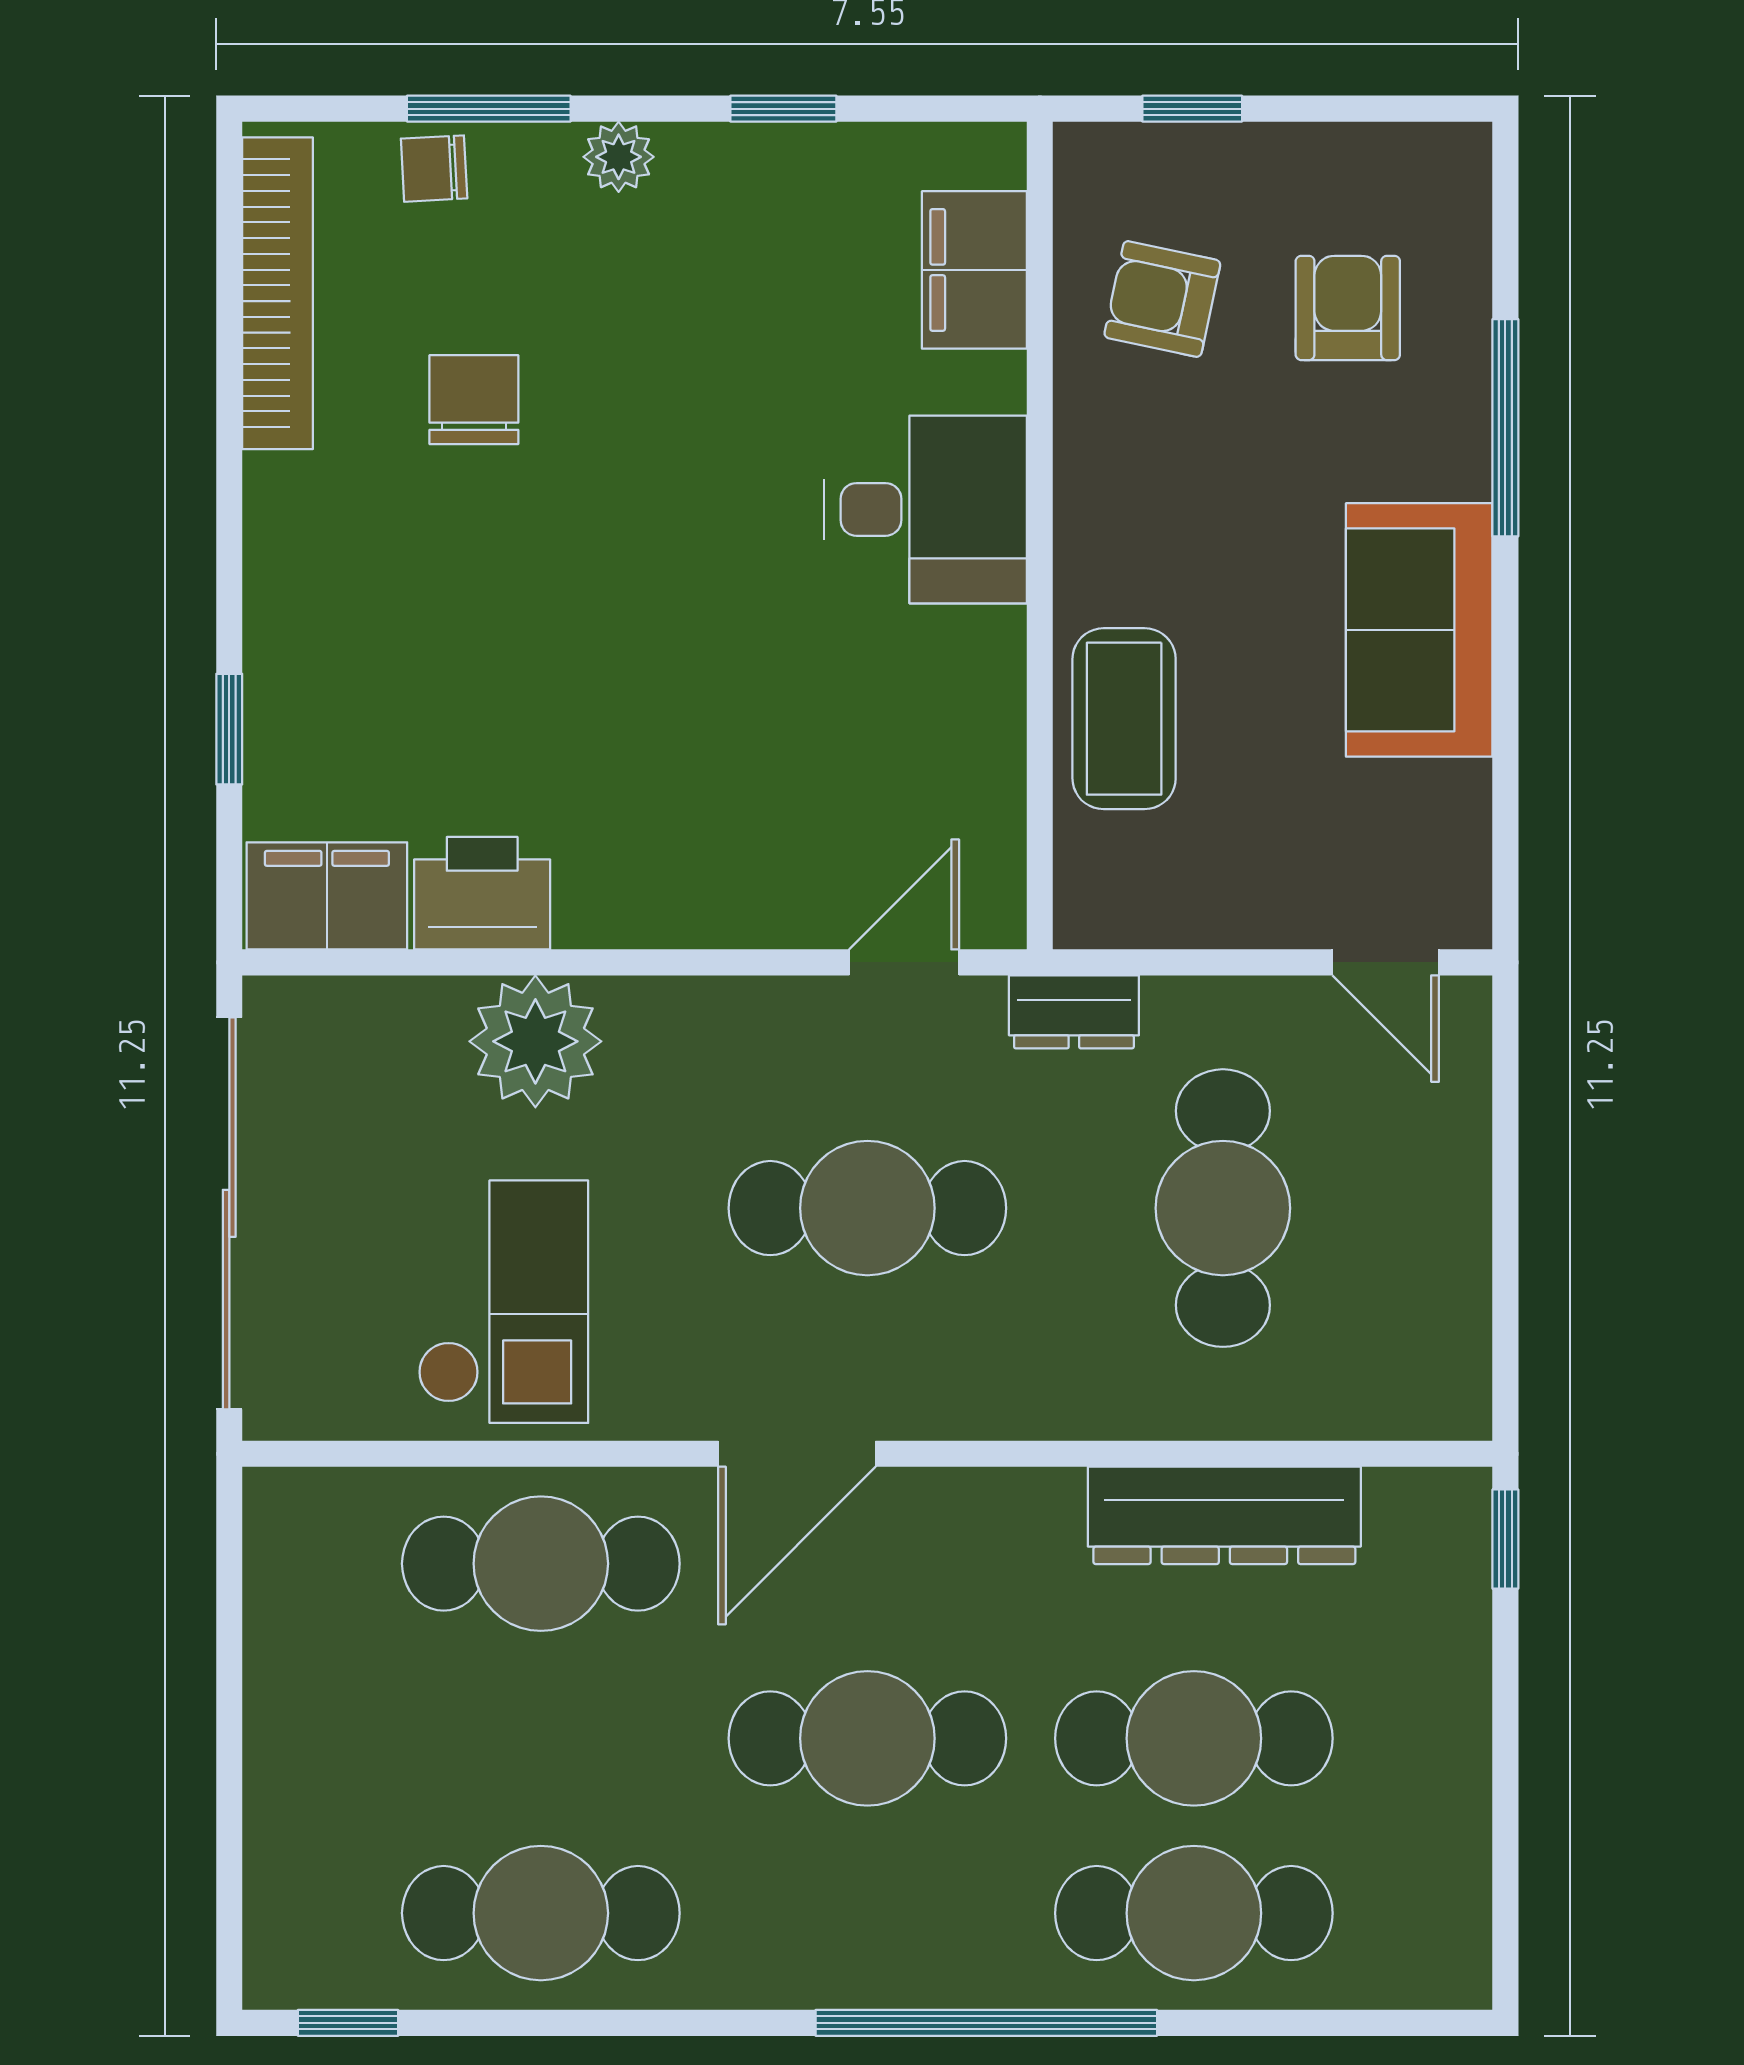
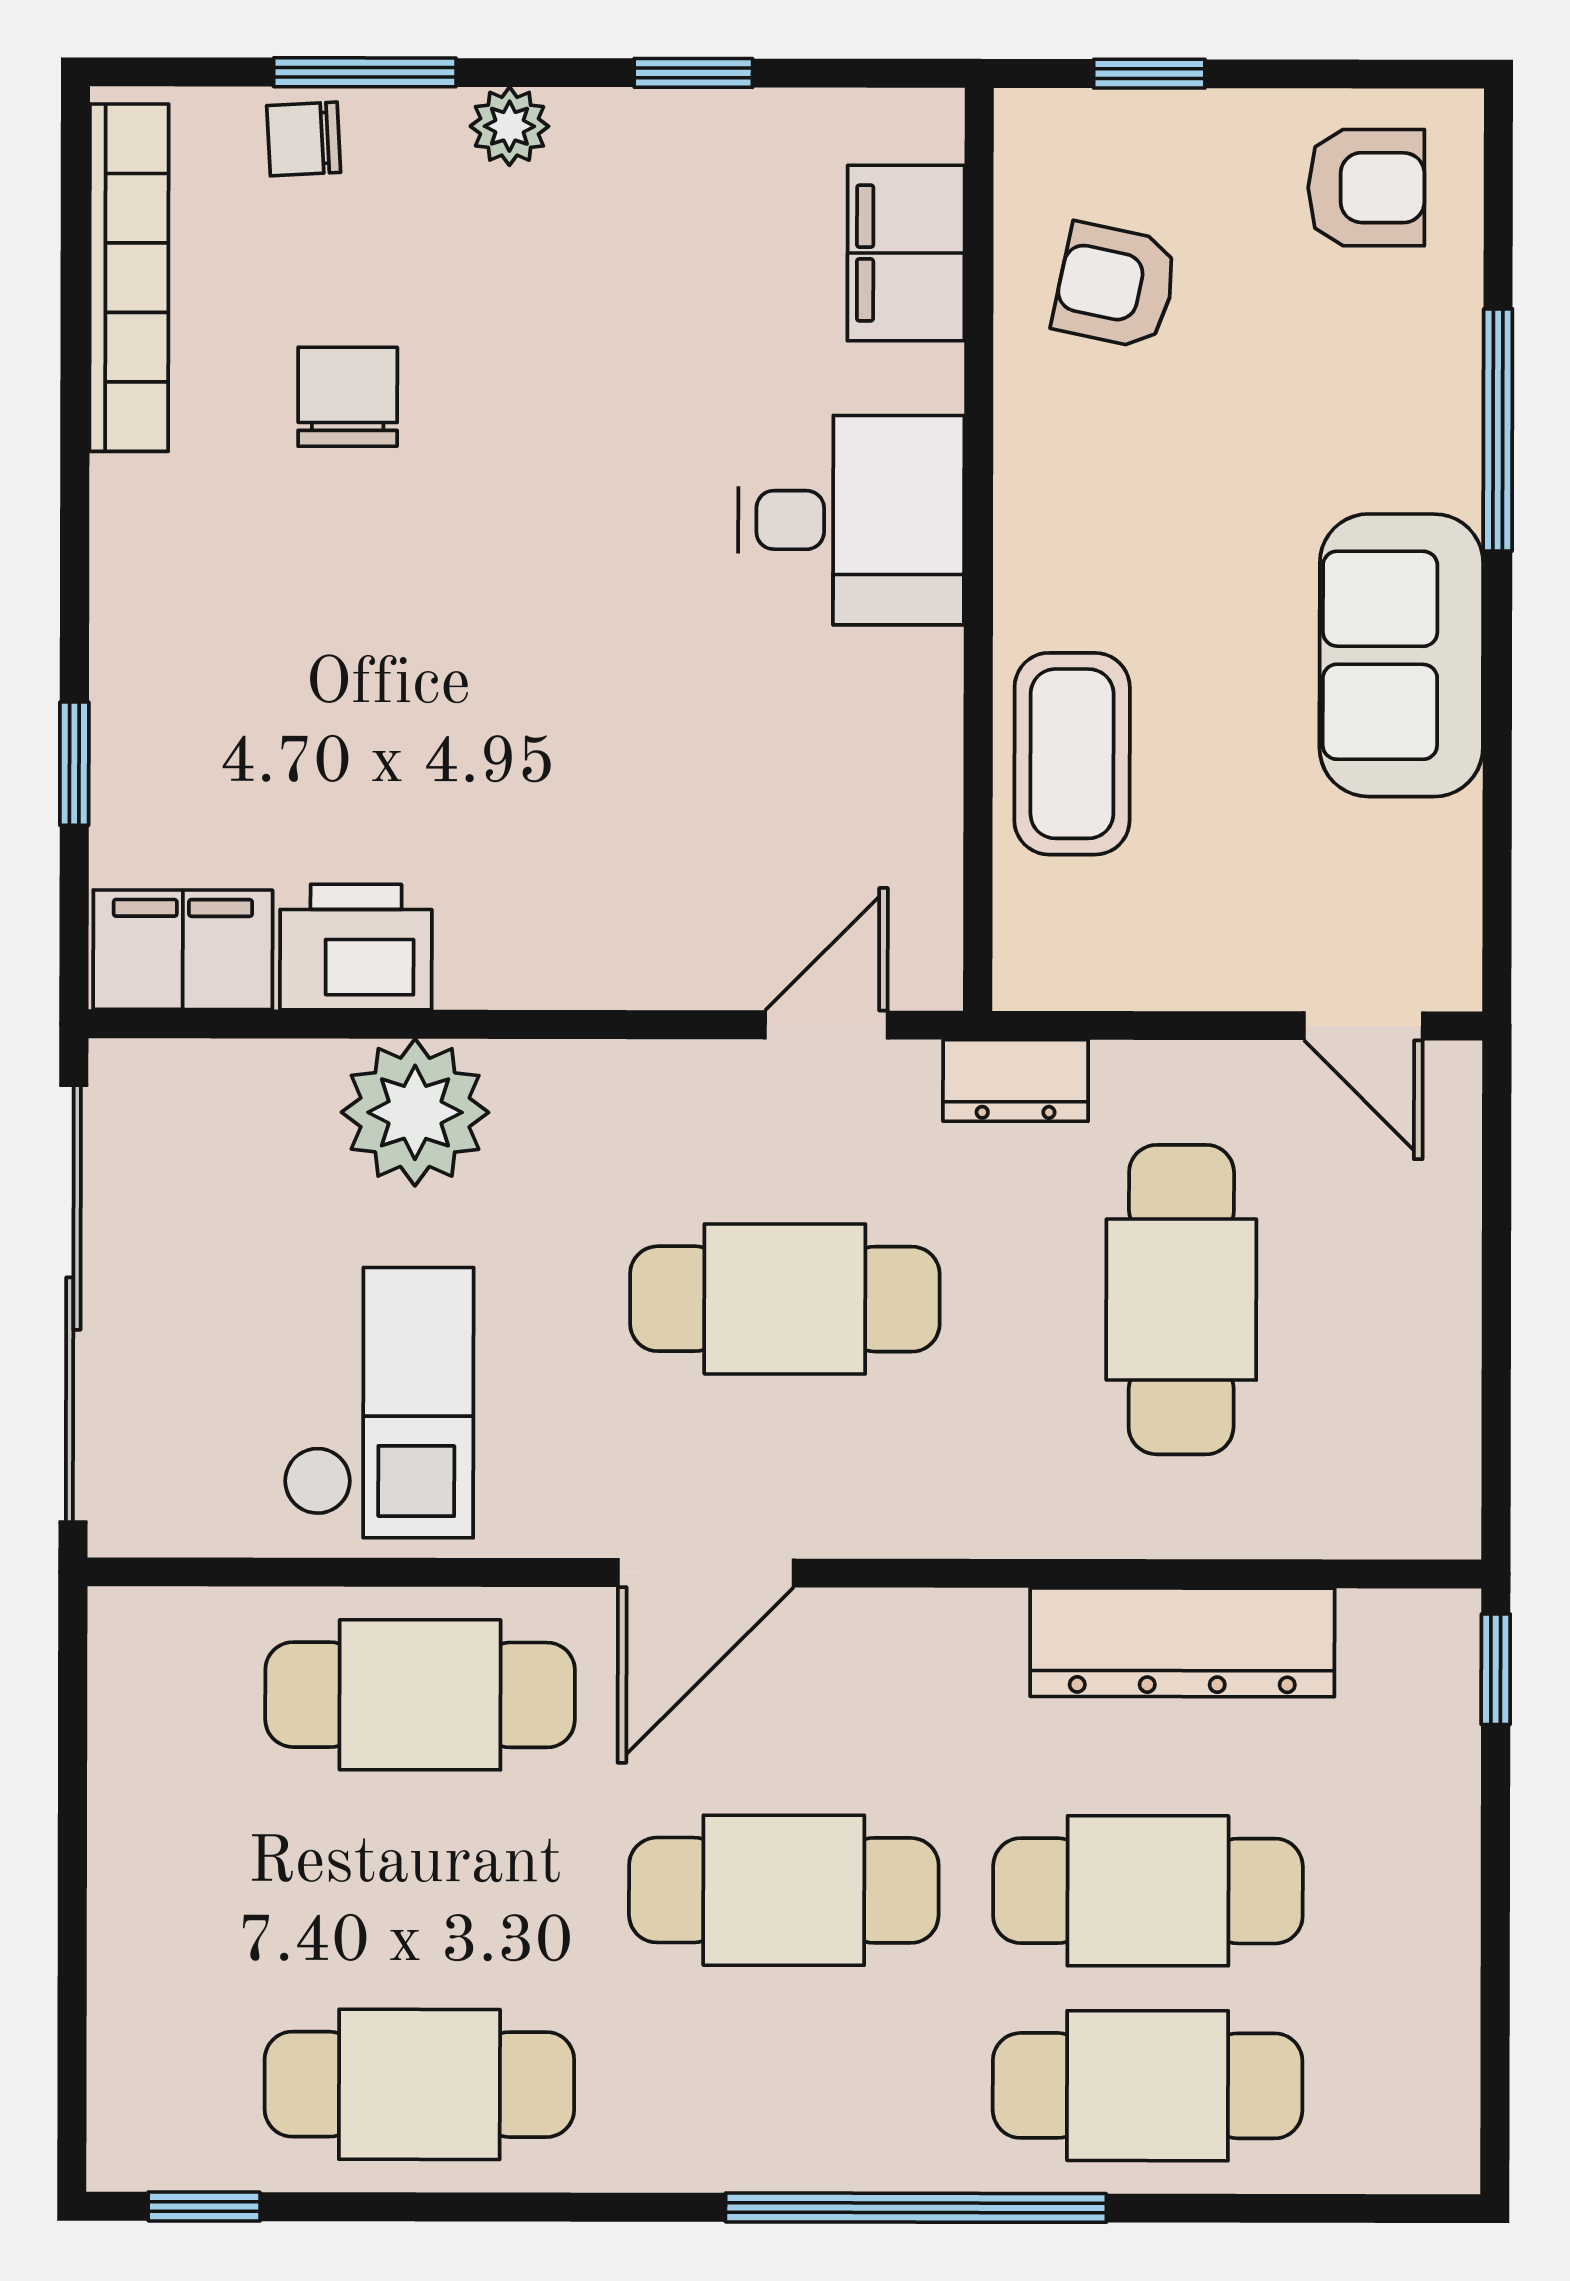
armchair: (1348, 308) -> (1366, 188), moved, turned 90

